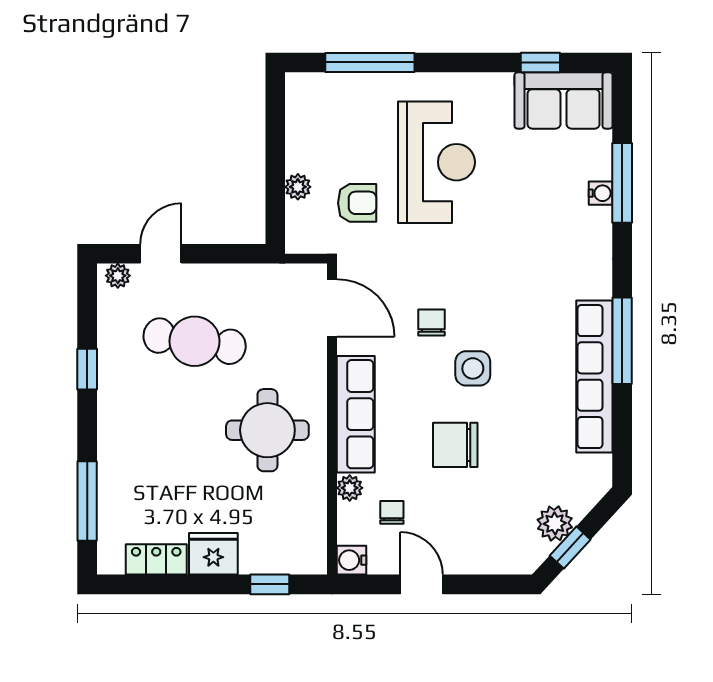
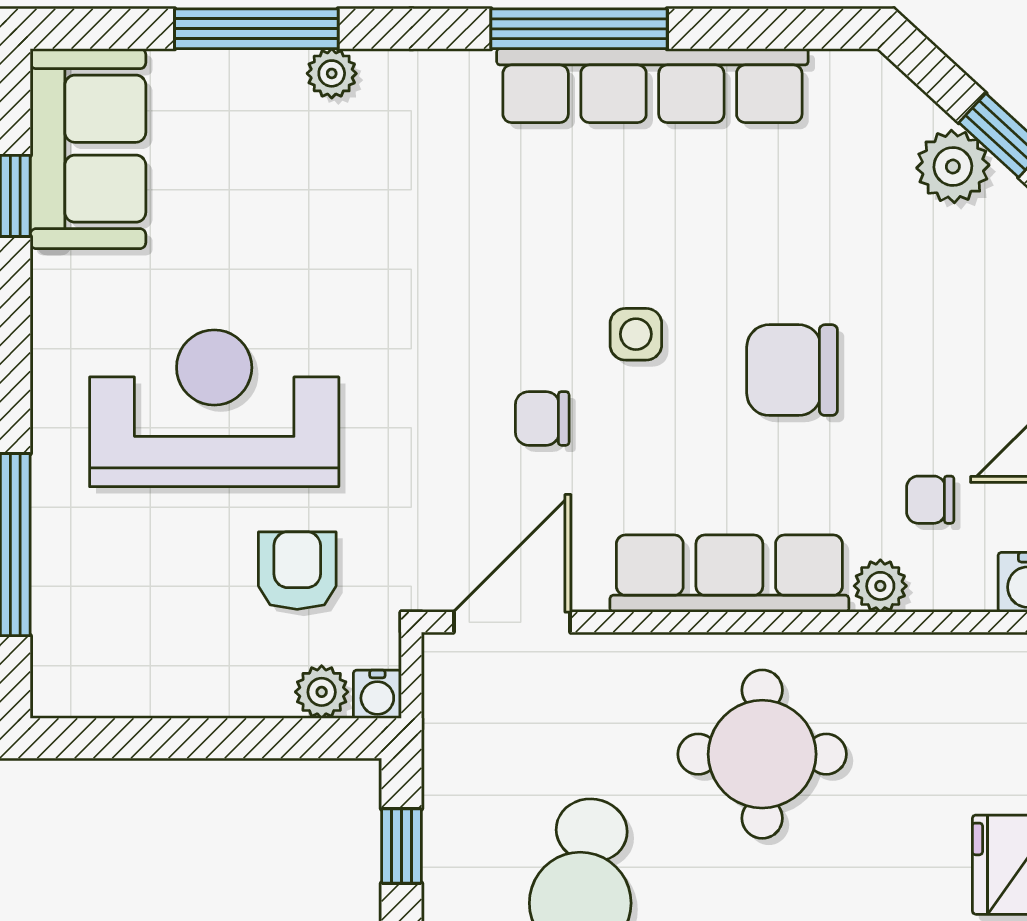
plant: (298, 187) -> (322, 692), moved
water cooler: (601, 193) -> (377, 694), moved, turned 180
plant: (600, 220) -> (332, 73), added
window: (223, 254) -> (401, 846), added
side table: (473, 368) -> (636, 334), width x0.73, depth x0.73
chair: (455, 445) -> (792, 370), turned 90

